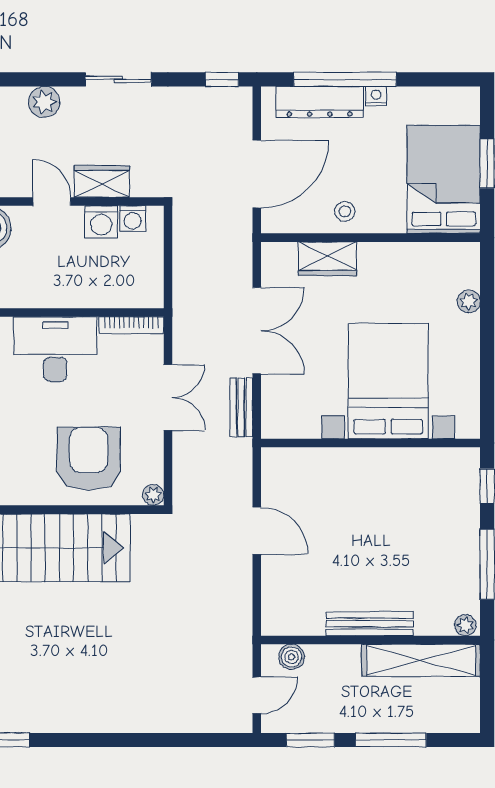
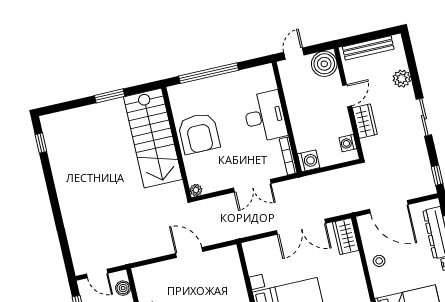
washing machine: (101, 222) -> (309, 161), moved, turned 180
wardrobe: (327, 259) -> (346, 236), moved
bench: (241, 407) -> (256, 228), removed
armchair: (89, 459) -> (199, 133), moved, turned 90
door: (257, 531) -> (189, 252), swing flipped

